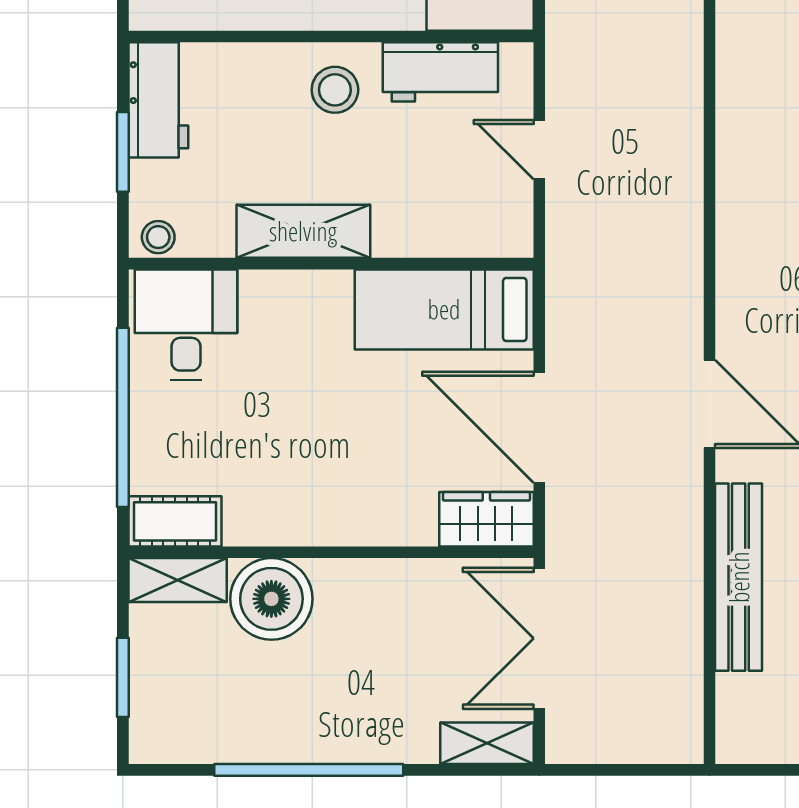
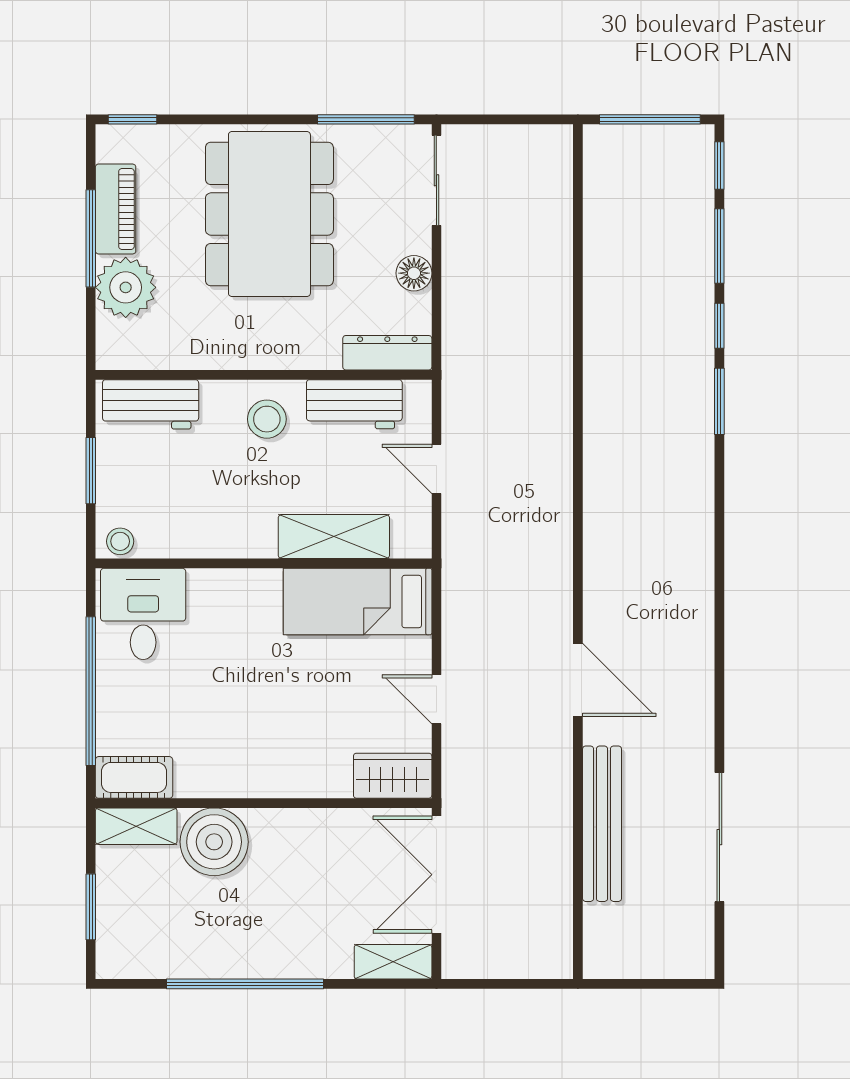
workbench: (158, 100) -> (151, 404), moved, turned 90
shelving: (303, 231) -> (334, 537), moved
door: (539, 427) -> (436, 699), width x0.53

